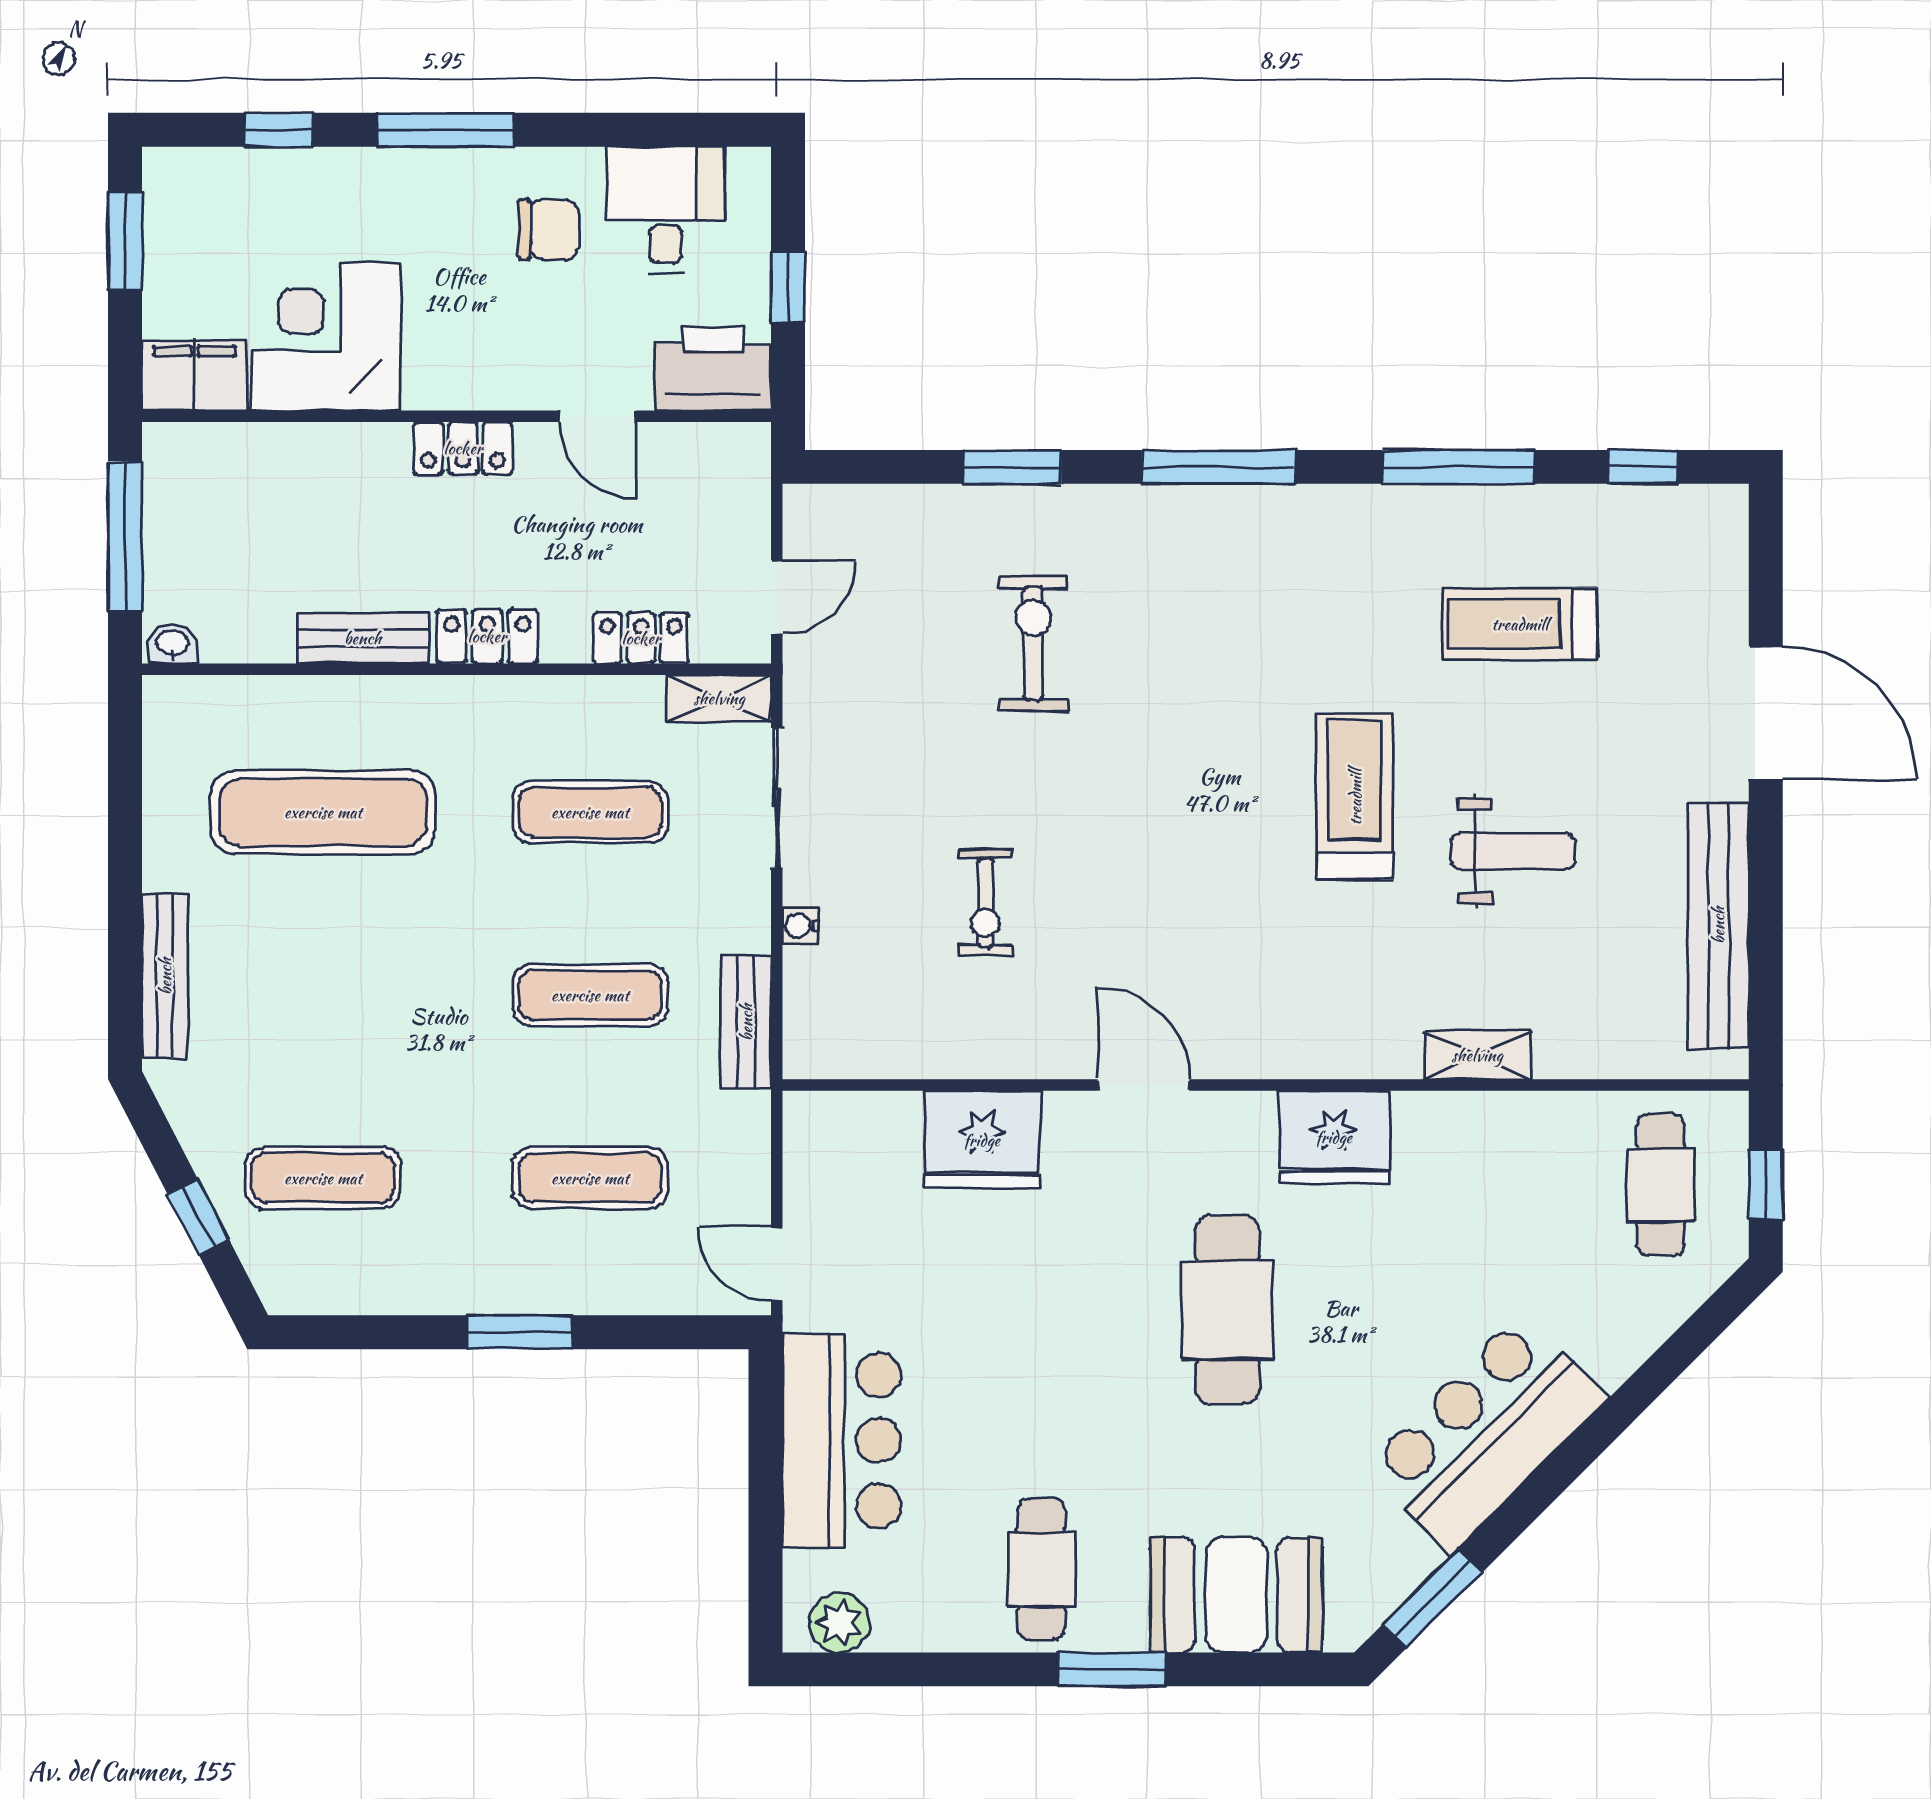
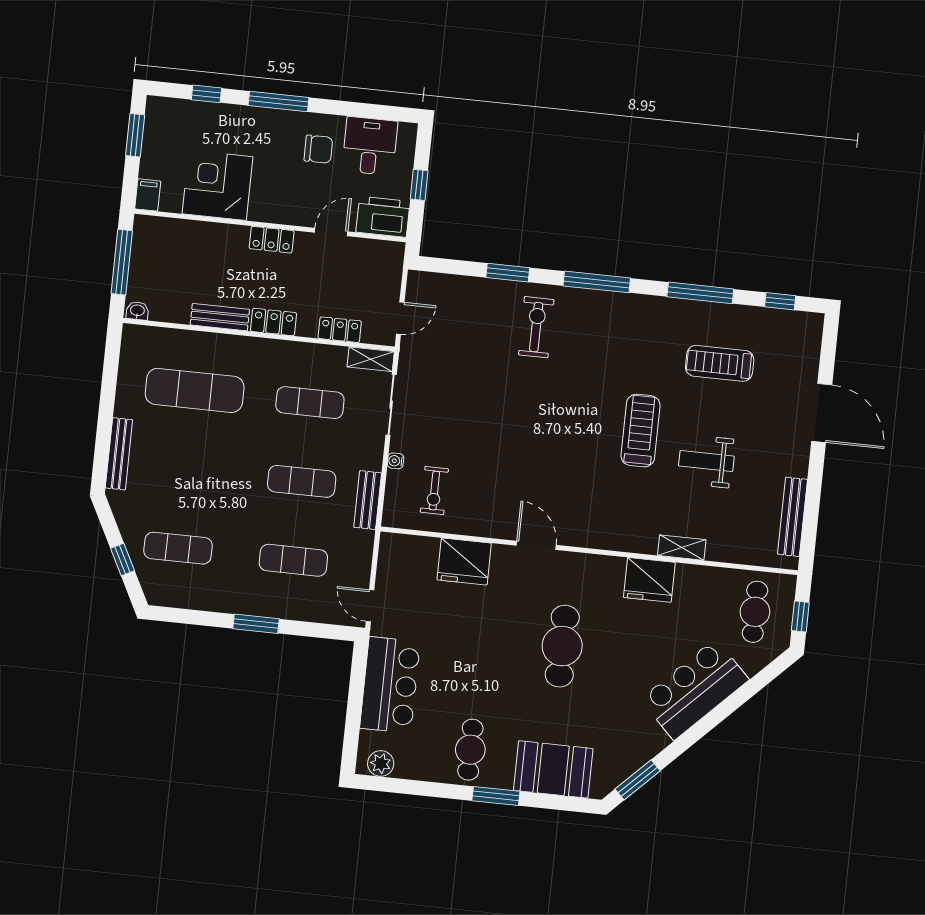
filing cabinet: (195, 376) -> (148, 195), width x0.50
door: (598, 416) -> (331, 232), swing flipped
exercise bike: (1033, 643) -> (536, 327), moved
weight bench: (1513, 851) -> (706, 461), turned 180
exercise bike: (985, 903) -> (434, 491), moved
bench: (1718, 925) -> (792, 517), width x0.73, depth x0.82
fridge: (1334, 1137) -> (649, 580), moved
bar counter: (1486, 1433) -> (695, 689), moved

